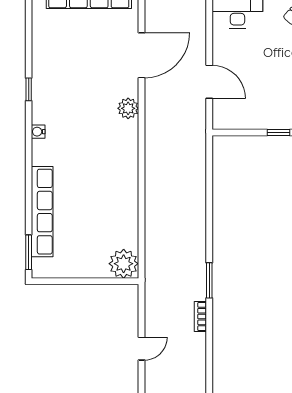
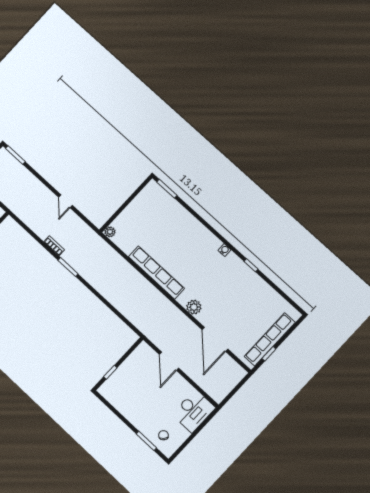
door: (209, 82) -> (169, 361), hinge flipped
row of seats: (42, 212) -> (156, 272), moved, turned 180
plant: (124, 264) -> (110, 232), width x0.53, depth x0.53

